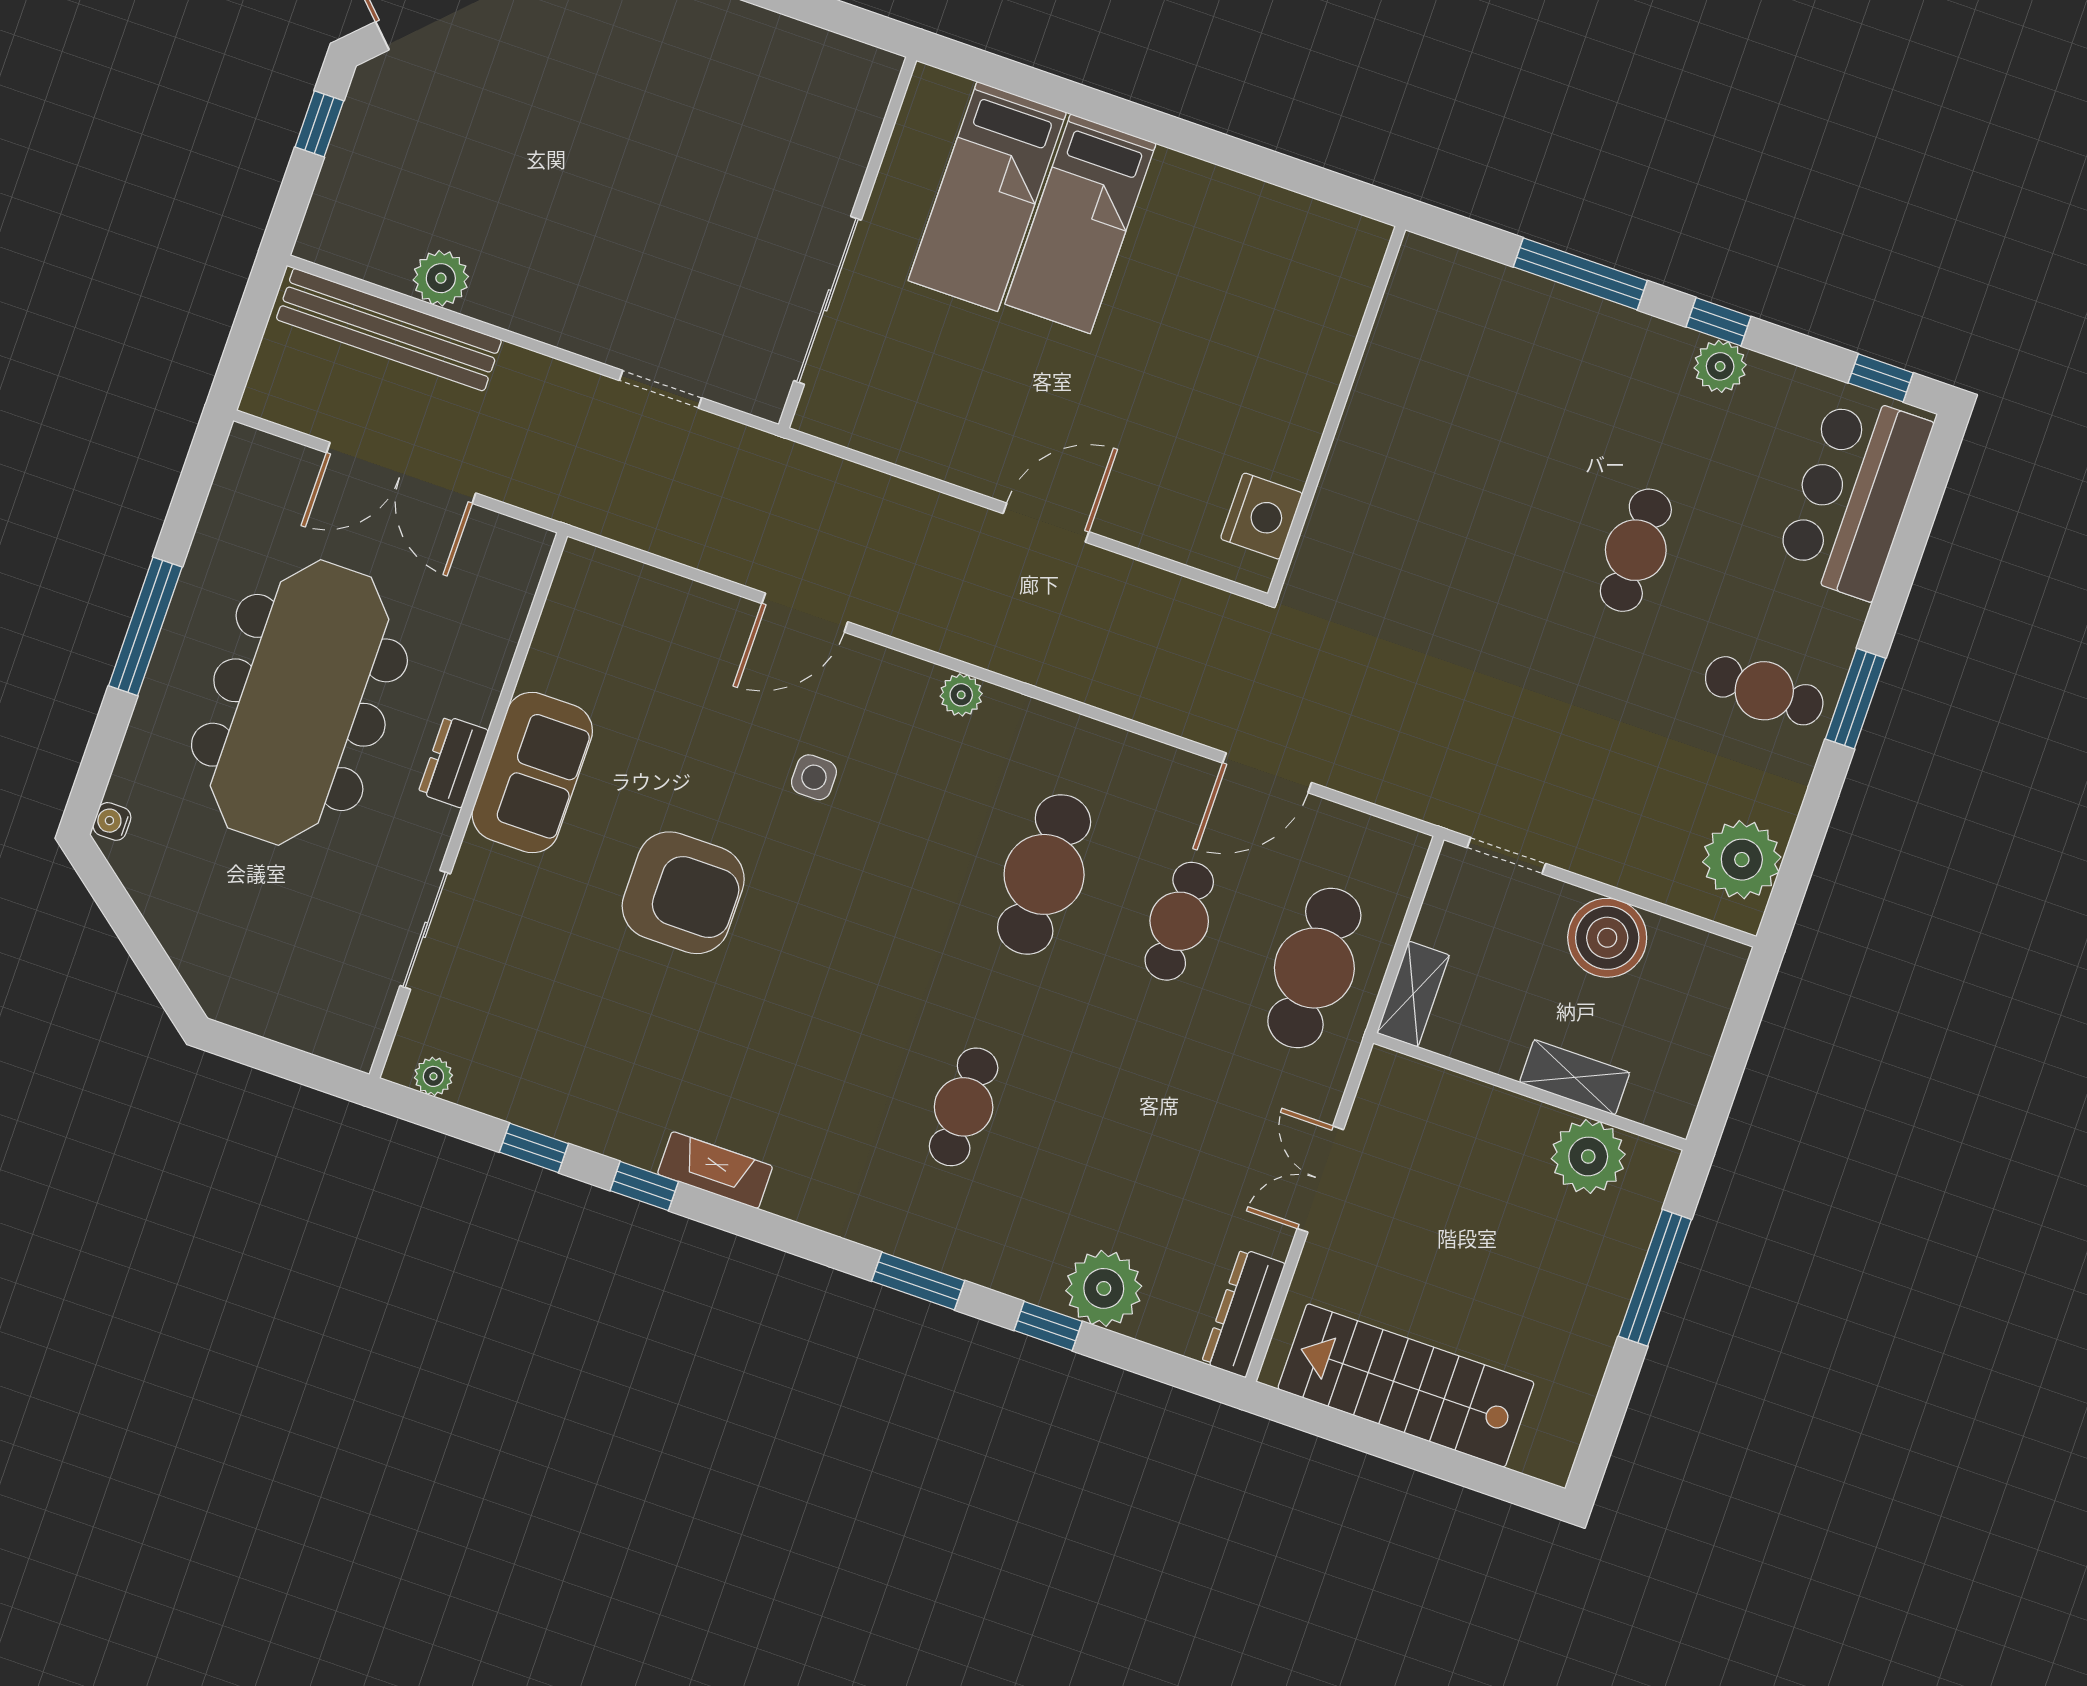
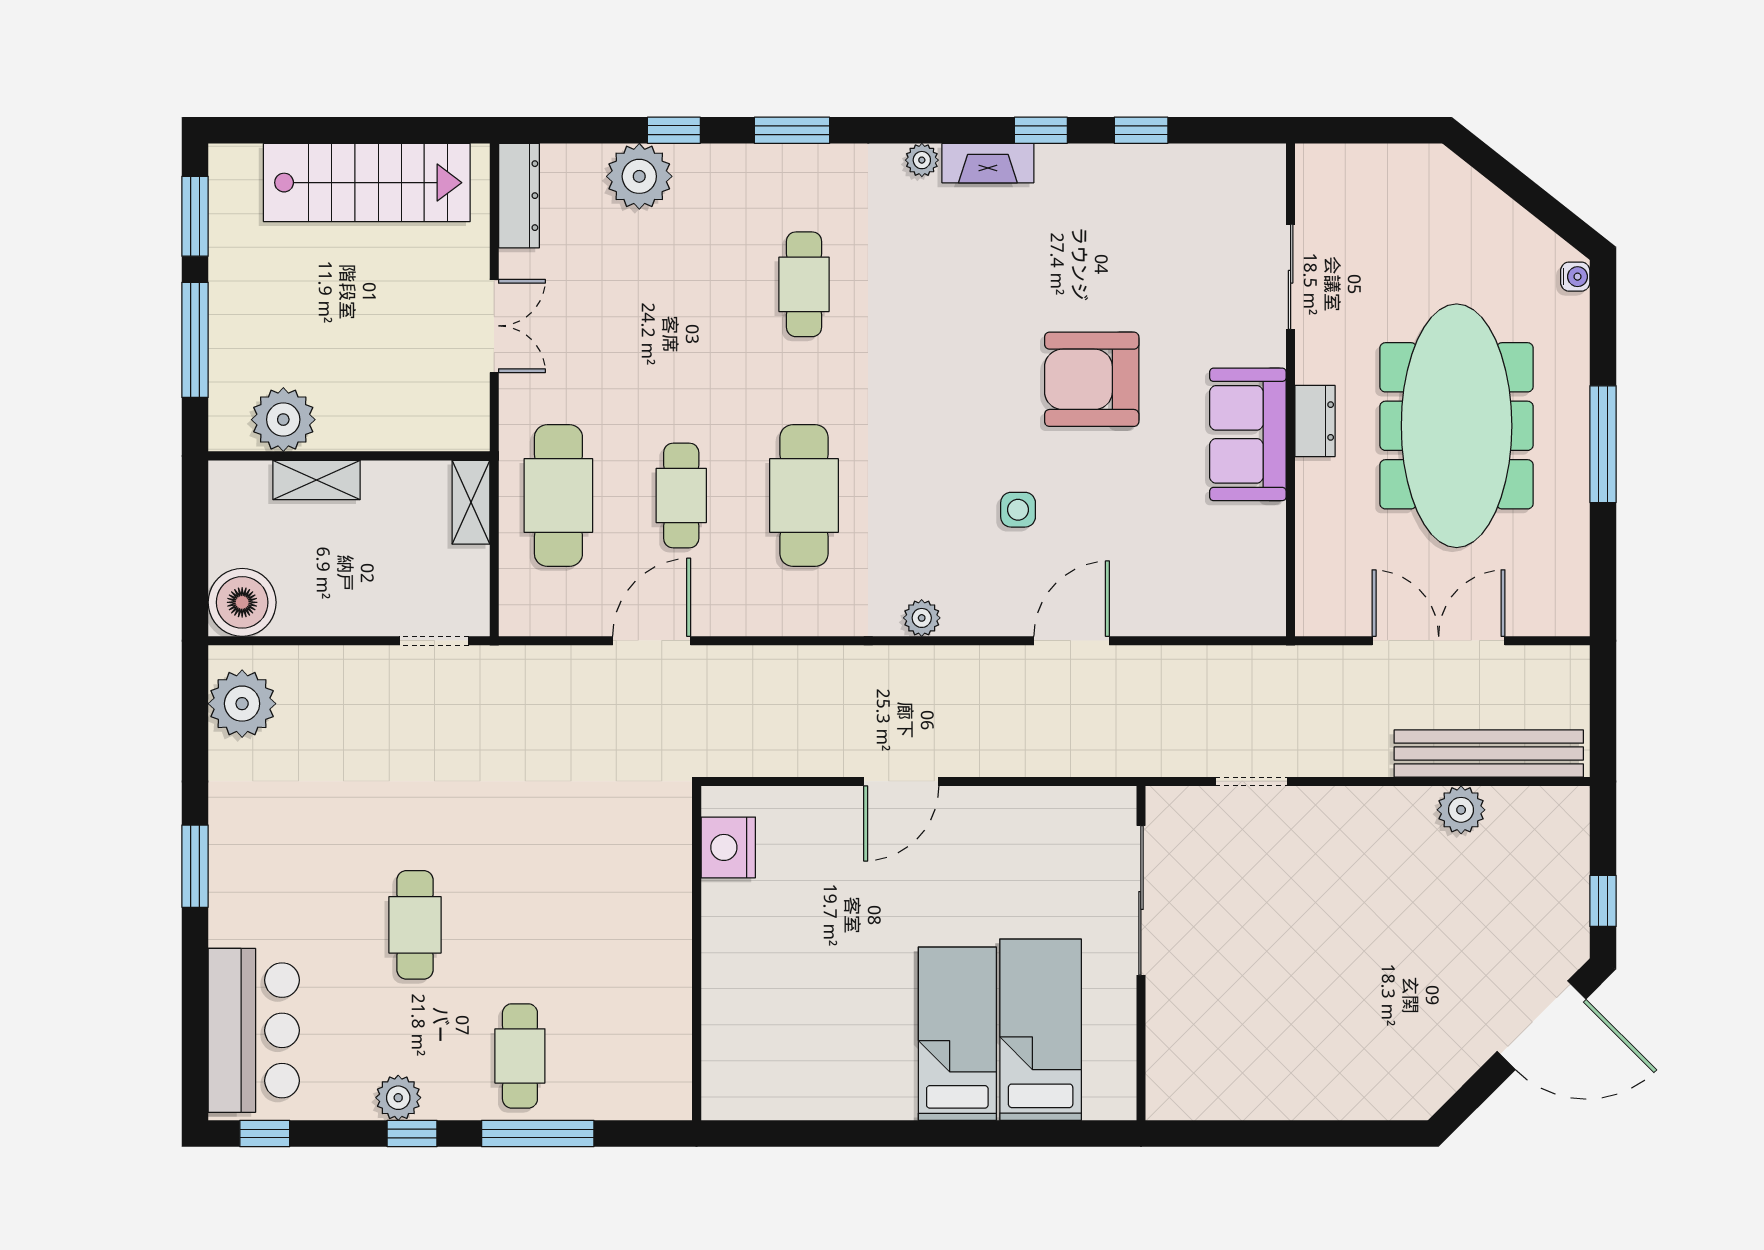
cafe table: (1764, 691) -> (520, 1056), moved, turned 90
boiler: (1607, 938) -> (242, 602), moved
plant: (433, 1076) -> (922, 160), moved
window: (1608, 1414) -> (195, 216), added

